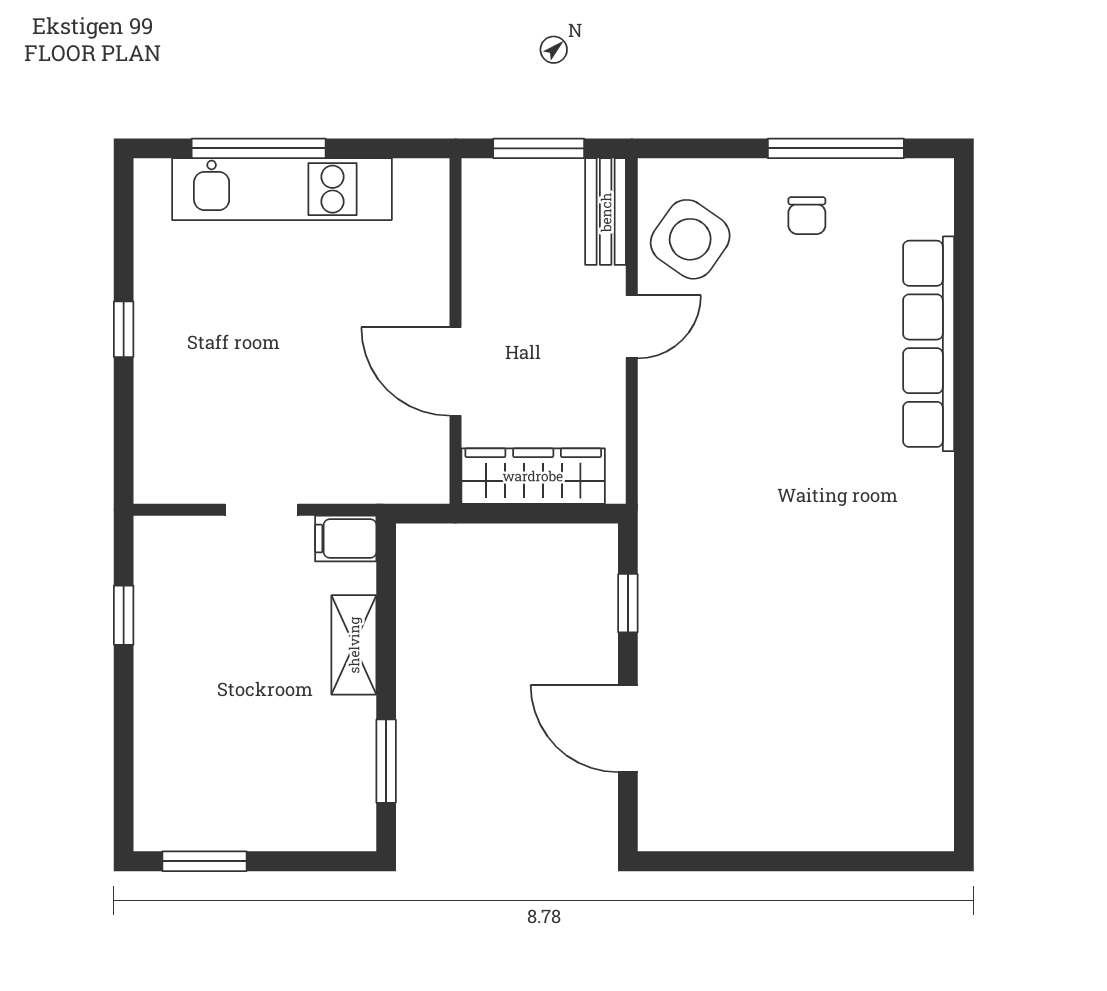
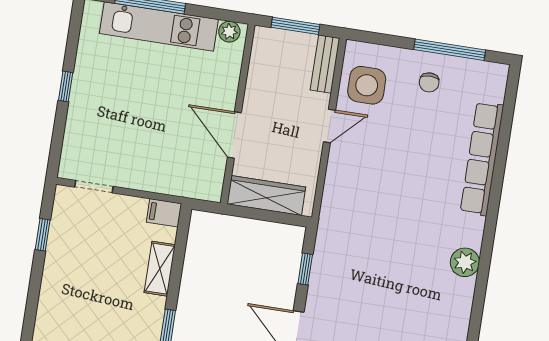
plant: (416, 178) -> (229, 32), added
side table: (690, 239) -> (367, 85), turned -35
doorway: (262, 510) -> (94, 187), moved
plant: (927, 544) -> (465, 262), added

